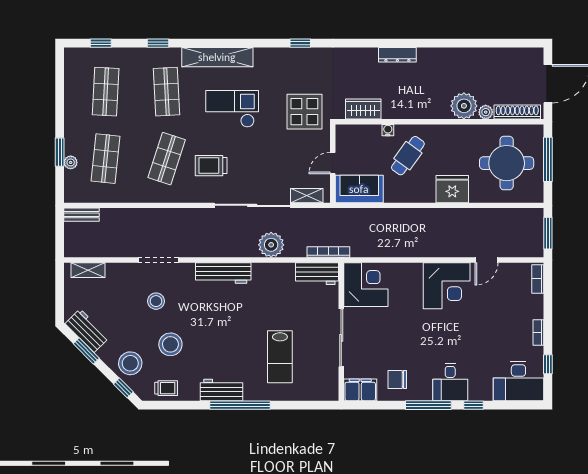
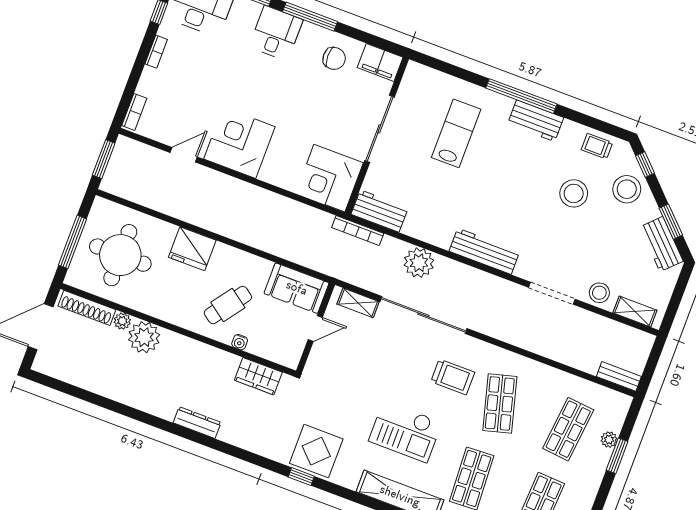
display table: (304, 112) -> (316, 451), moved
shop shelf: (167, 159) -> (500, 403), turned -33
stool: (156, 301) -> (599, 293), moved

